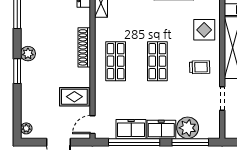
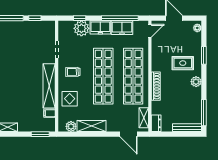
shop shelf: (116, 61) -> (133, 76), width x2.00, depth x1.36
shop shelf: (157, 61) -> (103, 76), width x2.00, depth x1.36
window: (17, 71) -> (204, 55), moved
rug: (74, 97) -> (183, 63), moved
window: (190, 142) -> (80, 18), width x0.46

